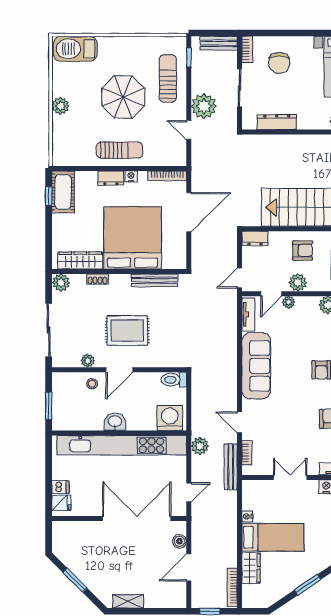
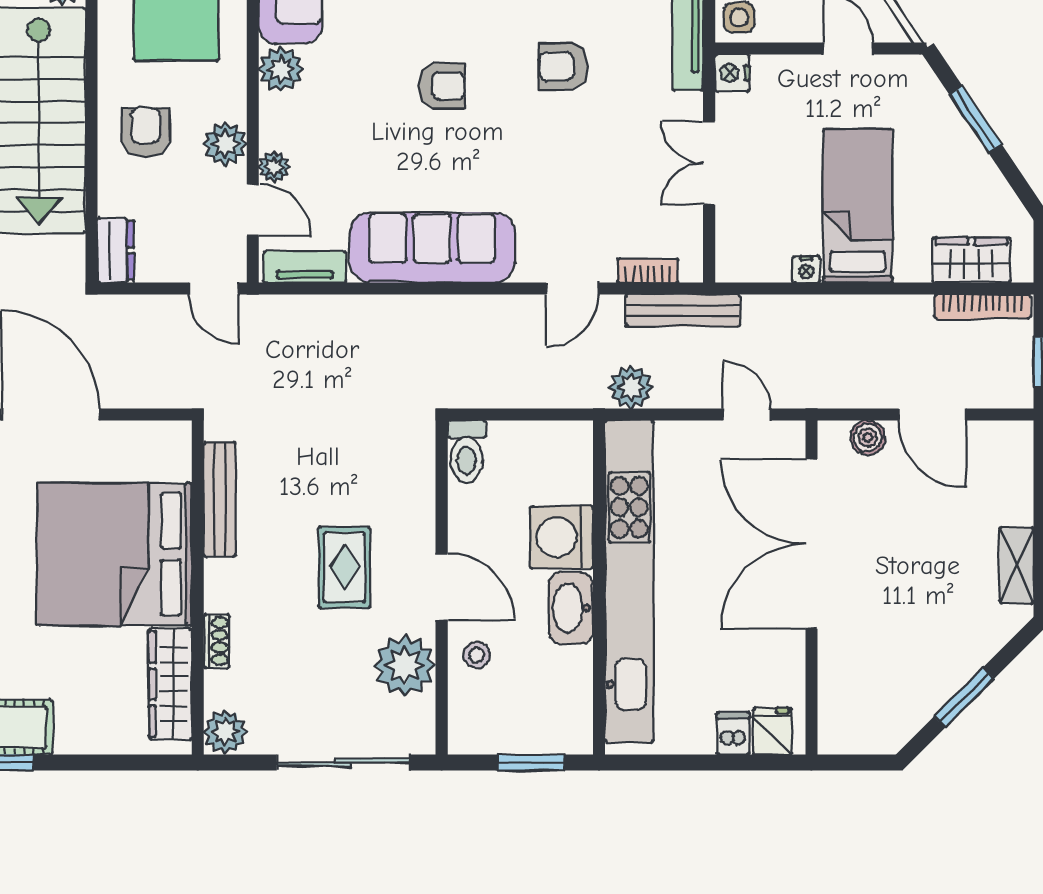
rug: (127, 330) -> (344, 567), width x0.73, depth x0.70
plant: (88, 361) -> (405, 666), width x1.88, depth x1.88
washing machine: (170, 418) -> (562, 537), moved
washbasin: (115, 422) -> (571, 608), width x1.38
wardrobe: (251, 568) -> (971, 260), moved

